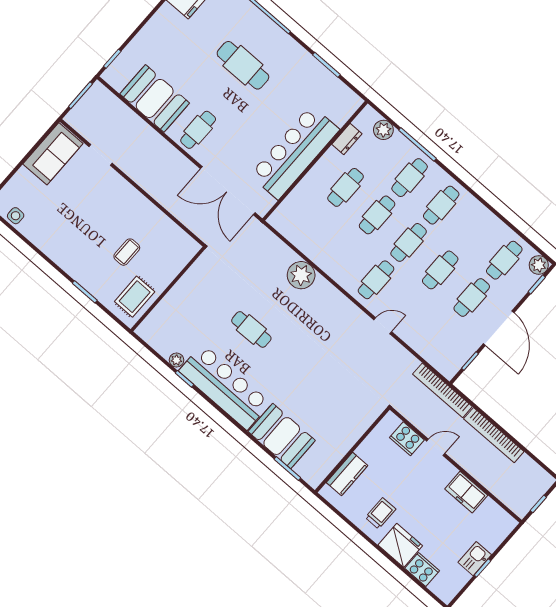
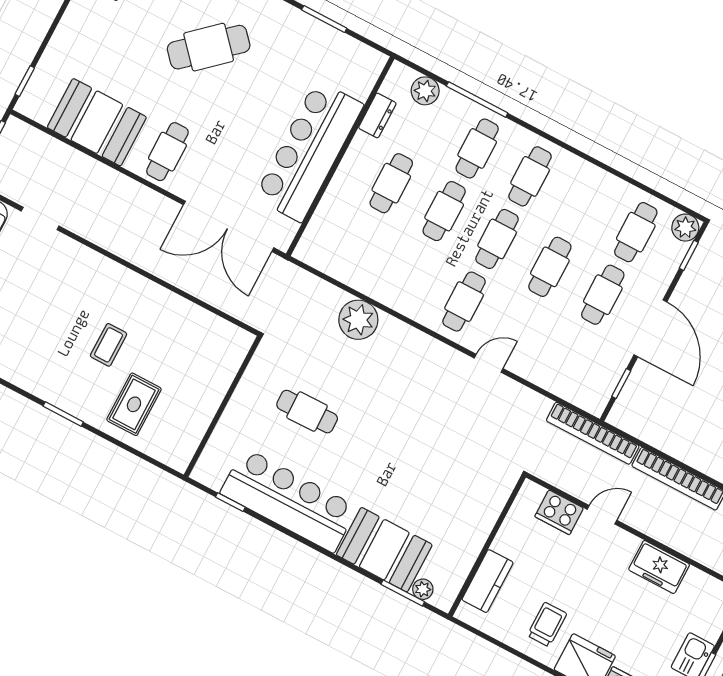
cafe table: (243, 65) -> (209, 47), turned -42
wall: (168, 289) -> (223, 406), moved
plant: (176, 360) -> (423, 589), moved

